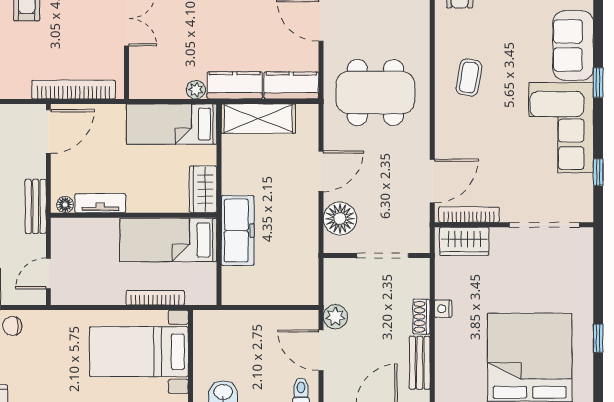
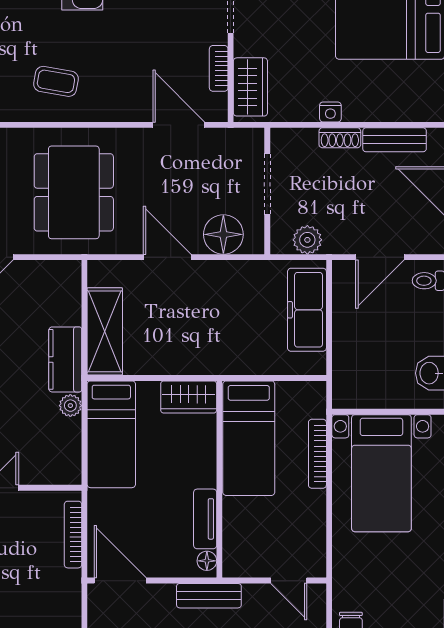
kitchen counter: (291, 85) -> (65, 292), removed
bookcase: (74, 90) -> (73, 535), width x0.68, depth x0.76
bookcase: (469, 215) -> (219, 68), width x0.64
freezer: (238, 231) -> (307, 310), moved, turned -90
plant: (335, 317) -> (307, 240), moved

